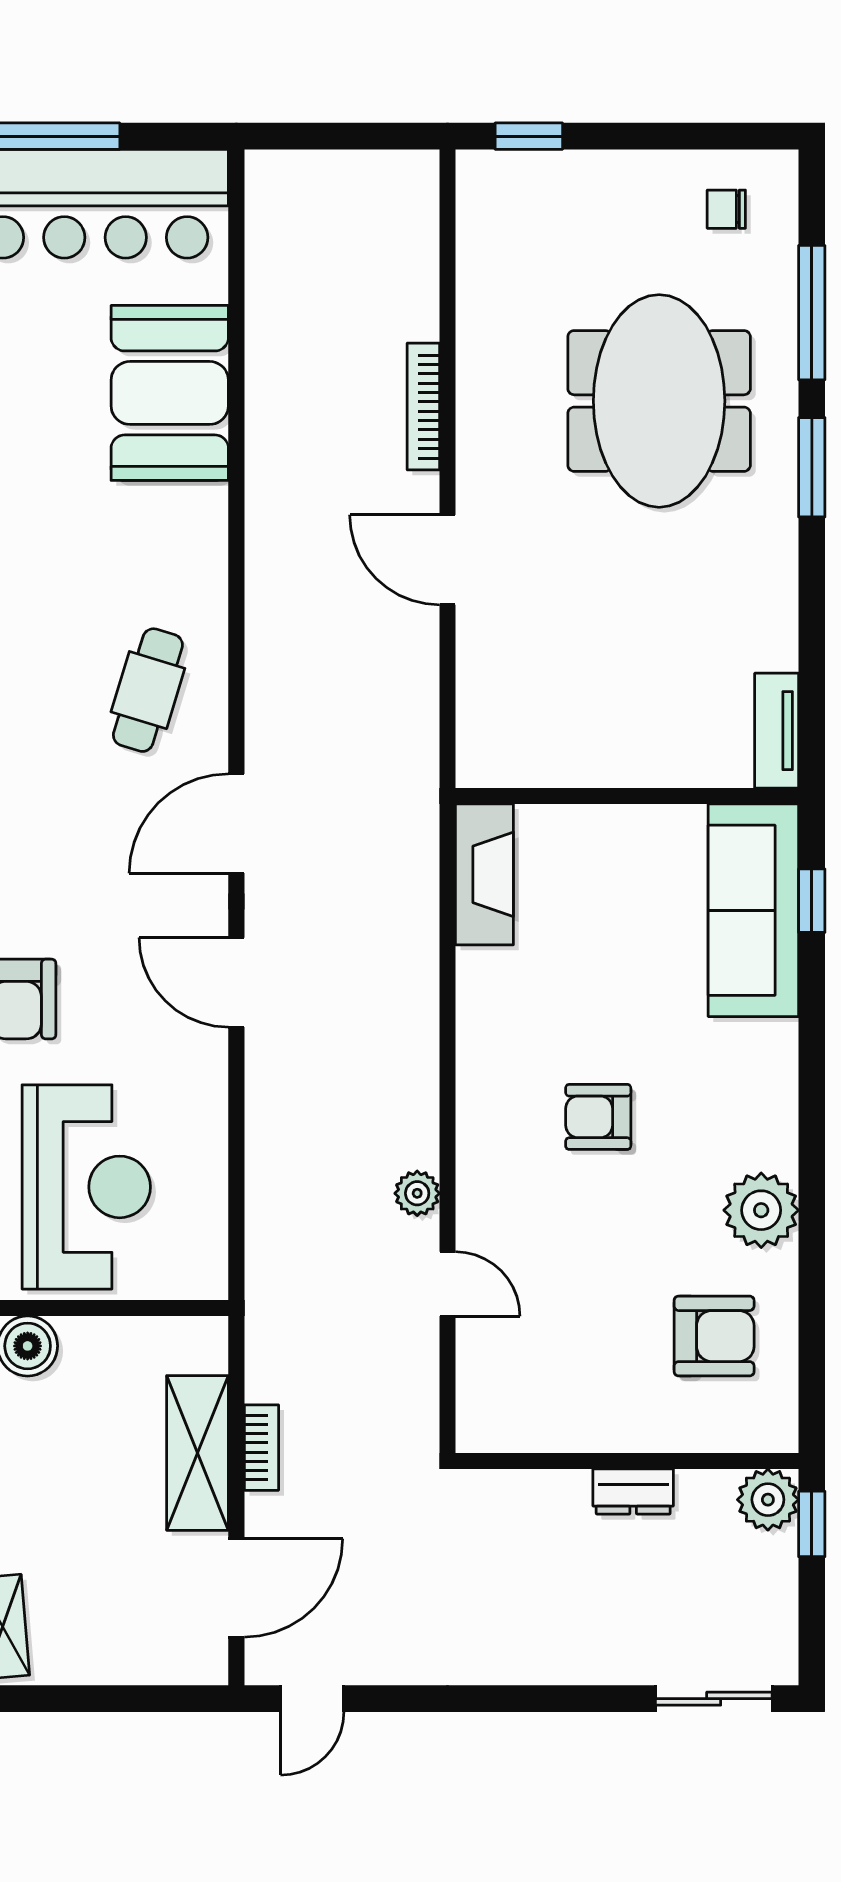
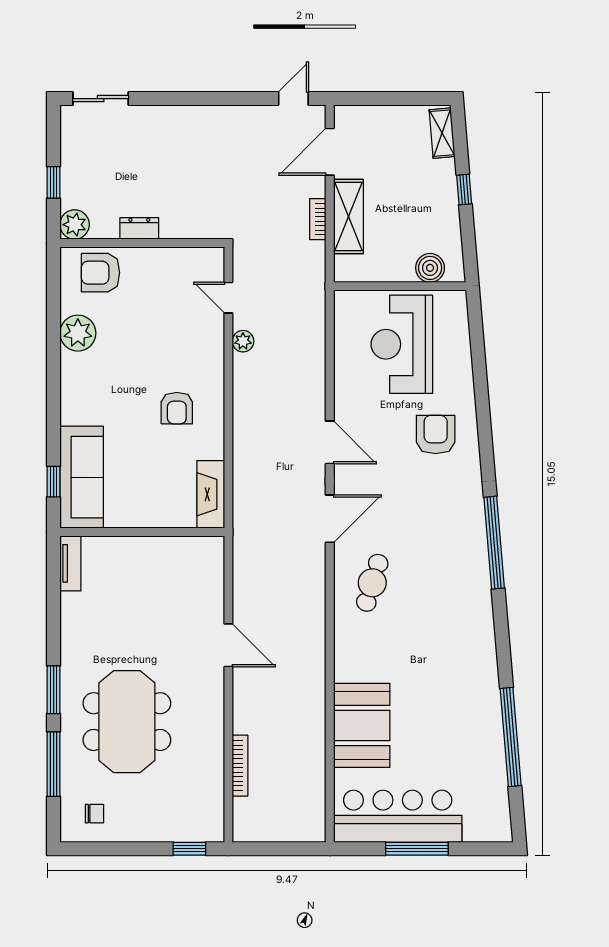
bookcase: (423, 407) -> (240, 766), moved
armchair: (598, 1117) -> (177, 408), moved, turned 90
wall: (627, 1461) -> (142, 243), moved
dresser: (633, 1492) -> (139, 228), moved
plant: (768, 1500) -> (75, 225), moved

